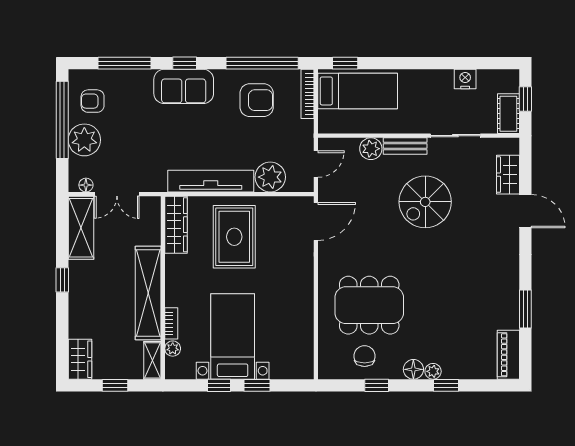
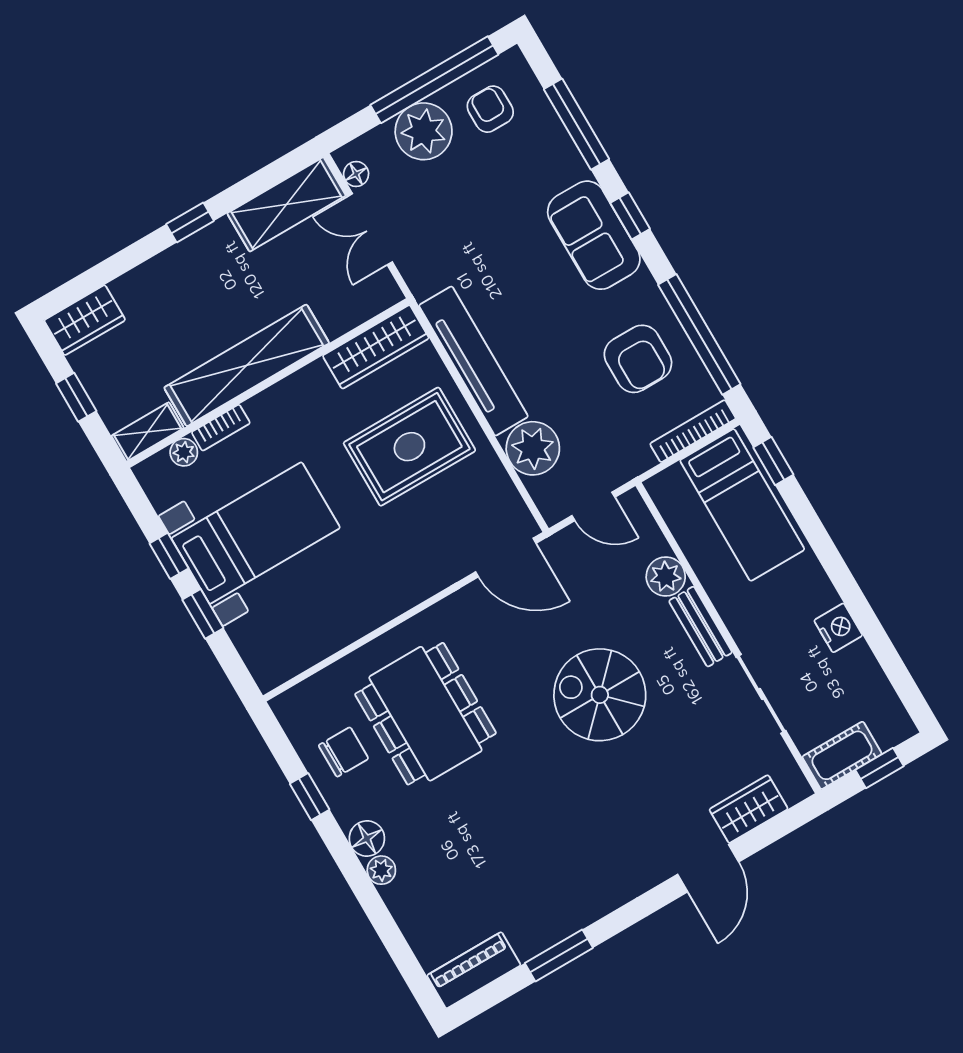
nightstand: (465, 79) -> (838, 628), moved
spiral stairs: (425, 202) -> (600, 695), moved
window: (446, 385) -> (372, 903), removed

